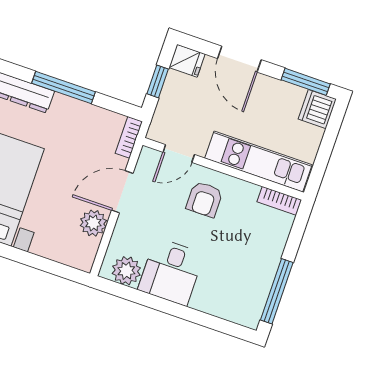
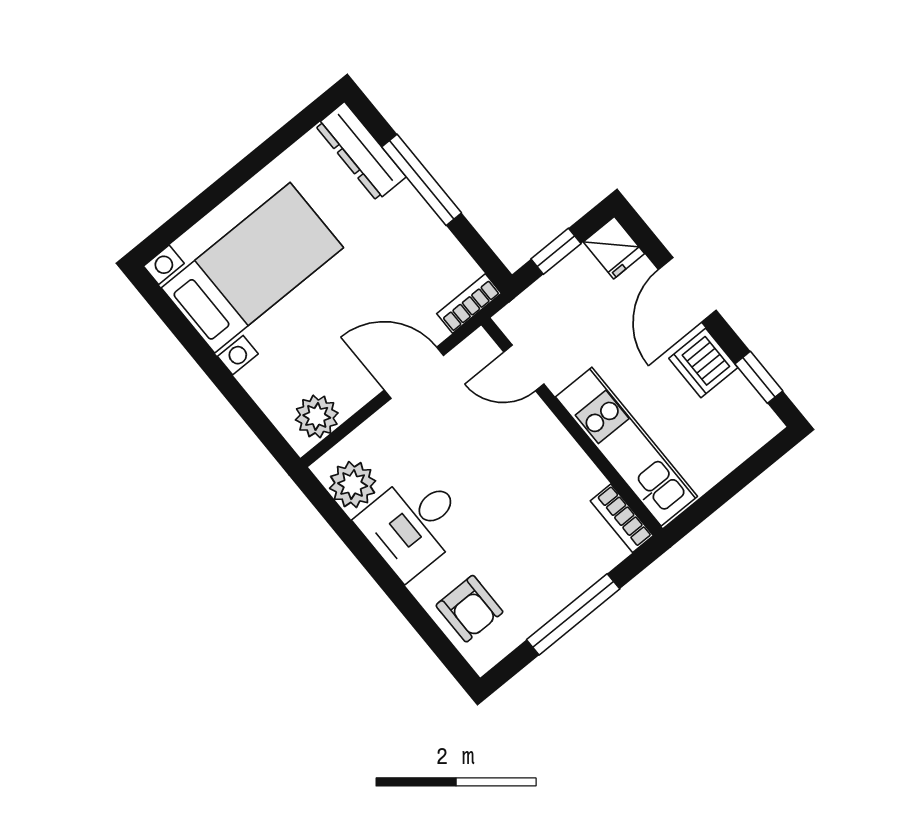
window: (306, 82) -> (759, 377), width x0.67
dishwasher: (317, 109) -> (703, 363), moved, turned -90
armchair: (204, 199) -> (469, 609), moved, turned -90
plant: (93, 223) -> (317, 416), moved
window: (277, 291) -> (573, 614), moved

